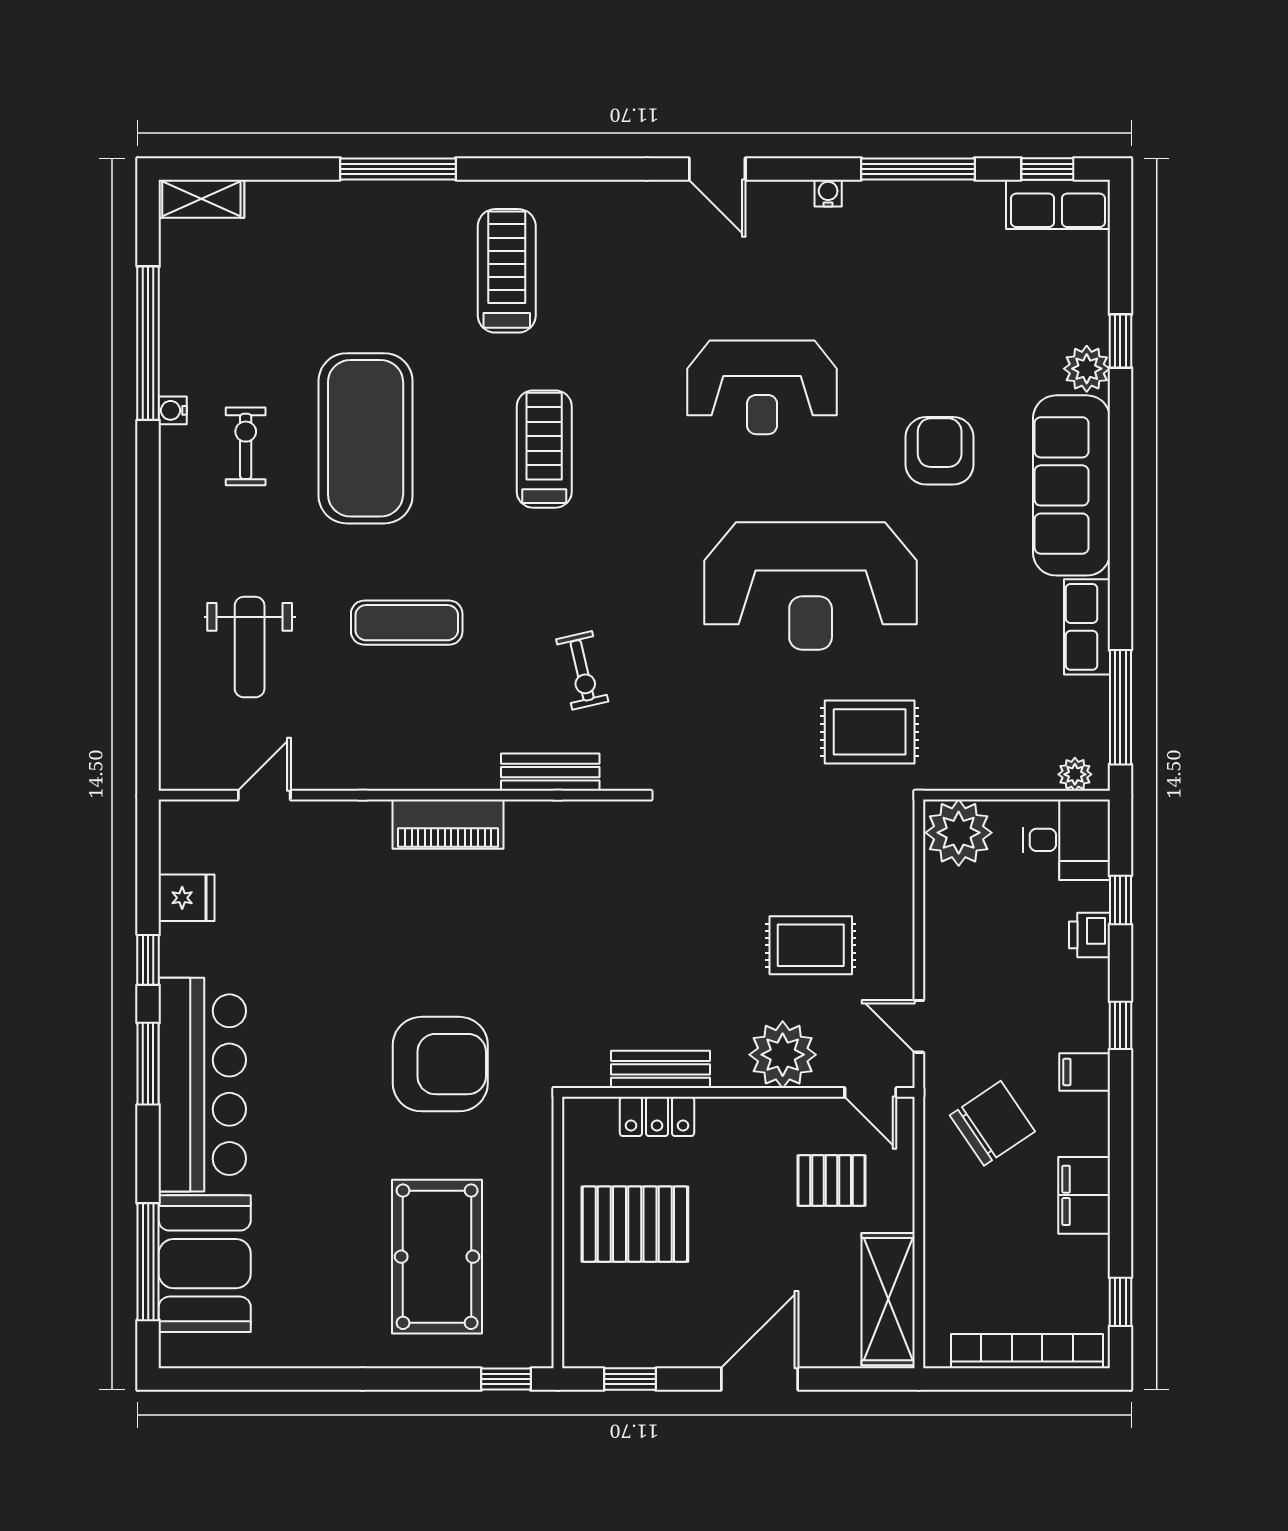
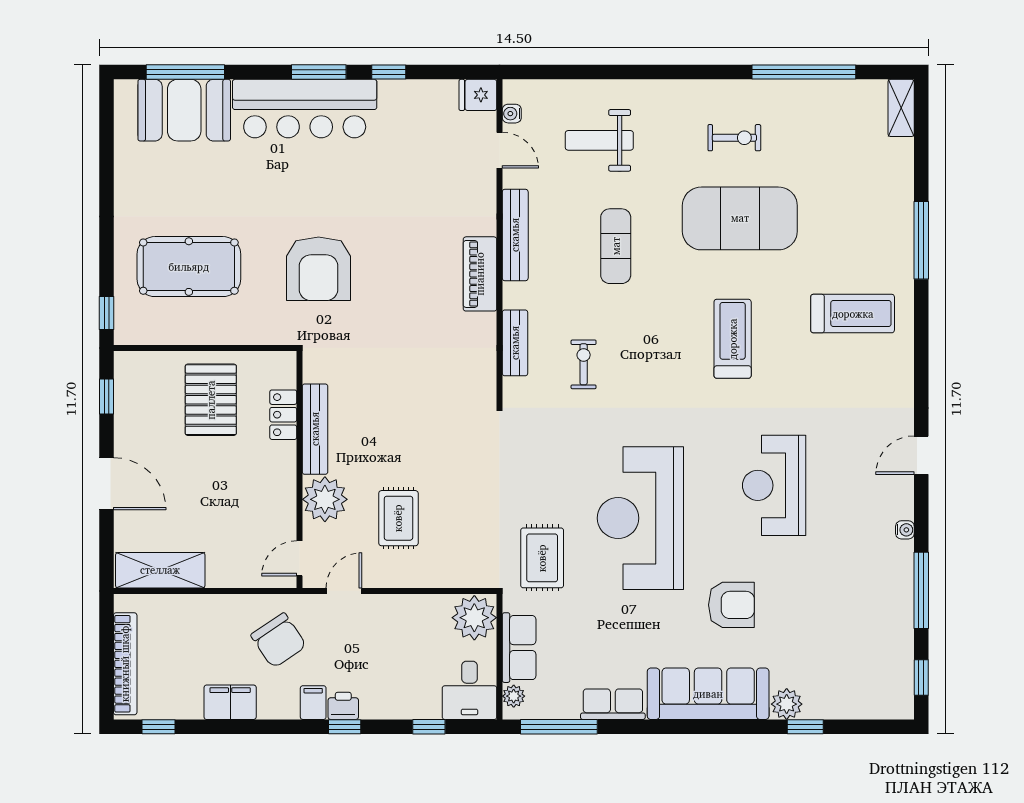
row of seats: (1058, 204) -> (519, 648), moved, turned 180
water cooler: (173, 410) -> (512, 114), moved, turned -90
treadmill: (544, 449) -> (733, 339), turned -90
exercise bike: (582, 670) -> (584, 364), turned 103
bench: (390, 772) -> (515, 235), added
fridge: (187, 898) -> (478, 95), moved, turned 90
printer: (1090, 935) -> (343, 706), moved
bench: (660, 1069) -> (315, 429), width x1.36
pallet: (832, 1181) -> (240, 532), removed

